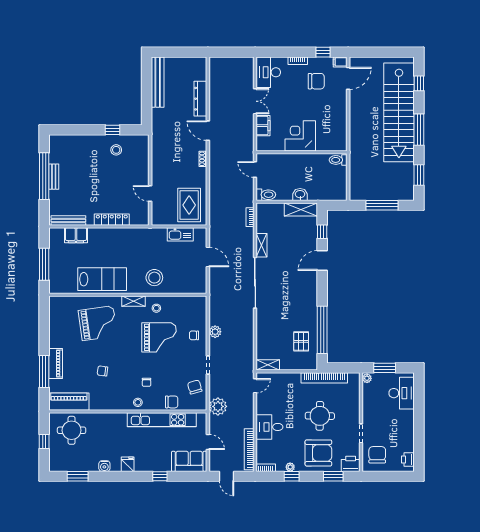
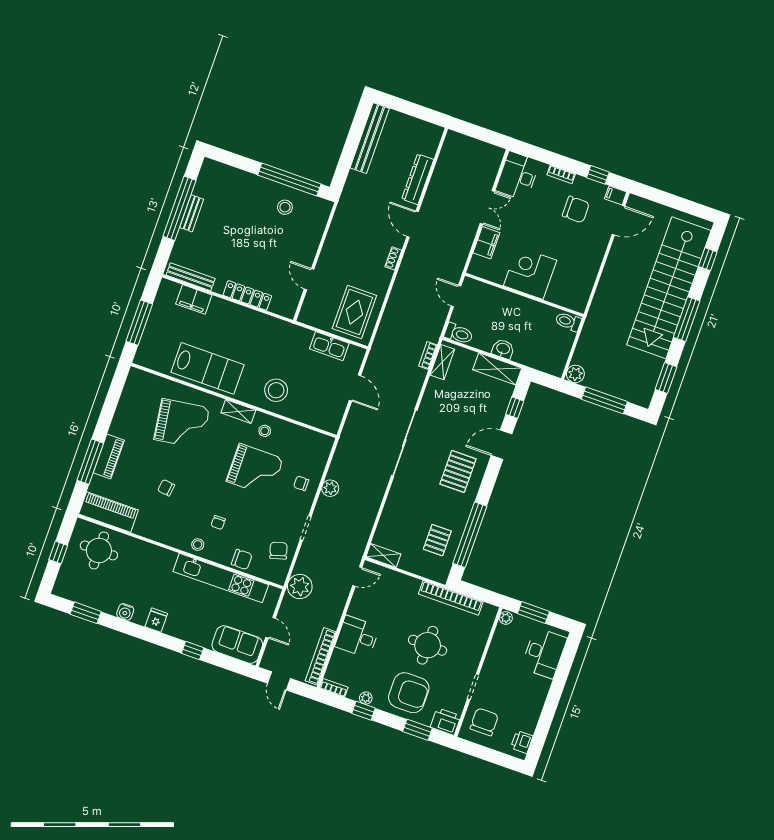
window: (113, 130) -> (289, 180), width x3.17
plant: (356, 194) -> (575, 374), added
shelving: (262, 245) -> (442, 362), moved
pallet: (299, 289) -> (458, 471), added

